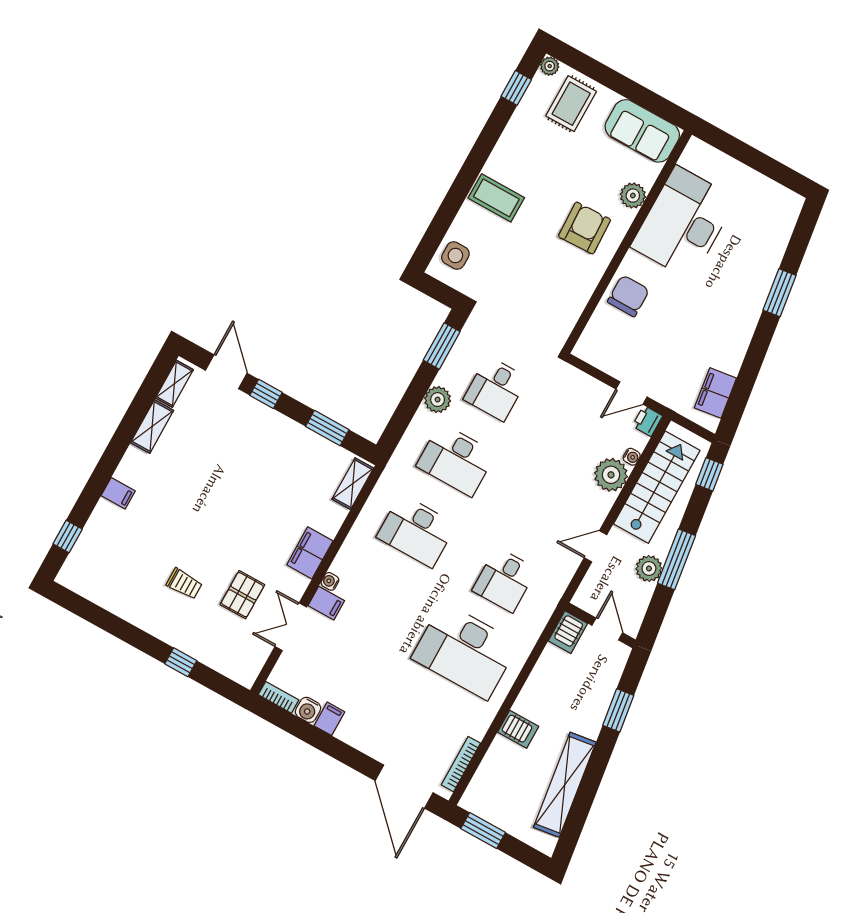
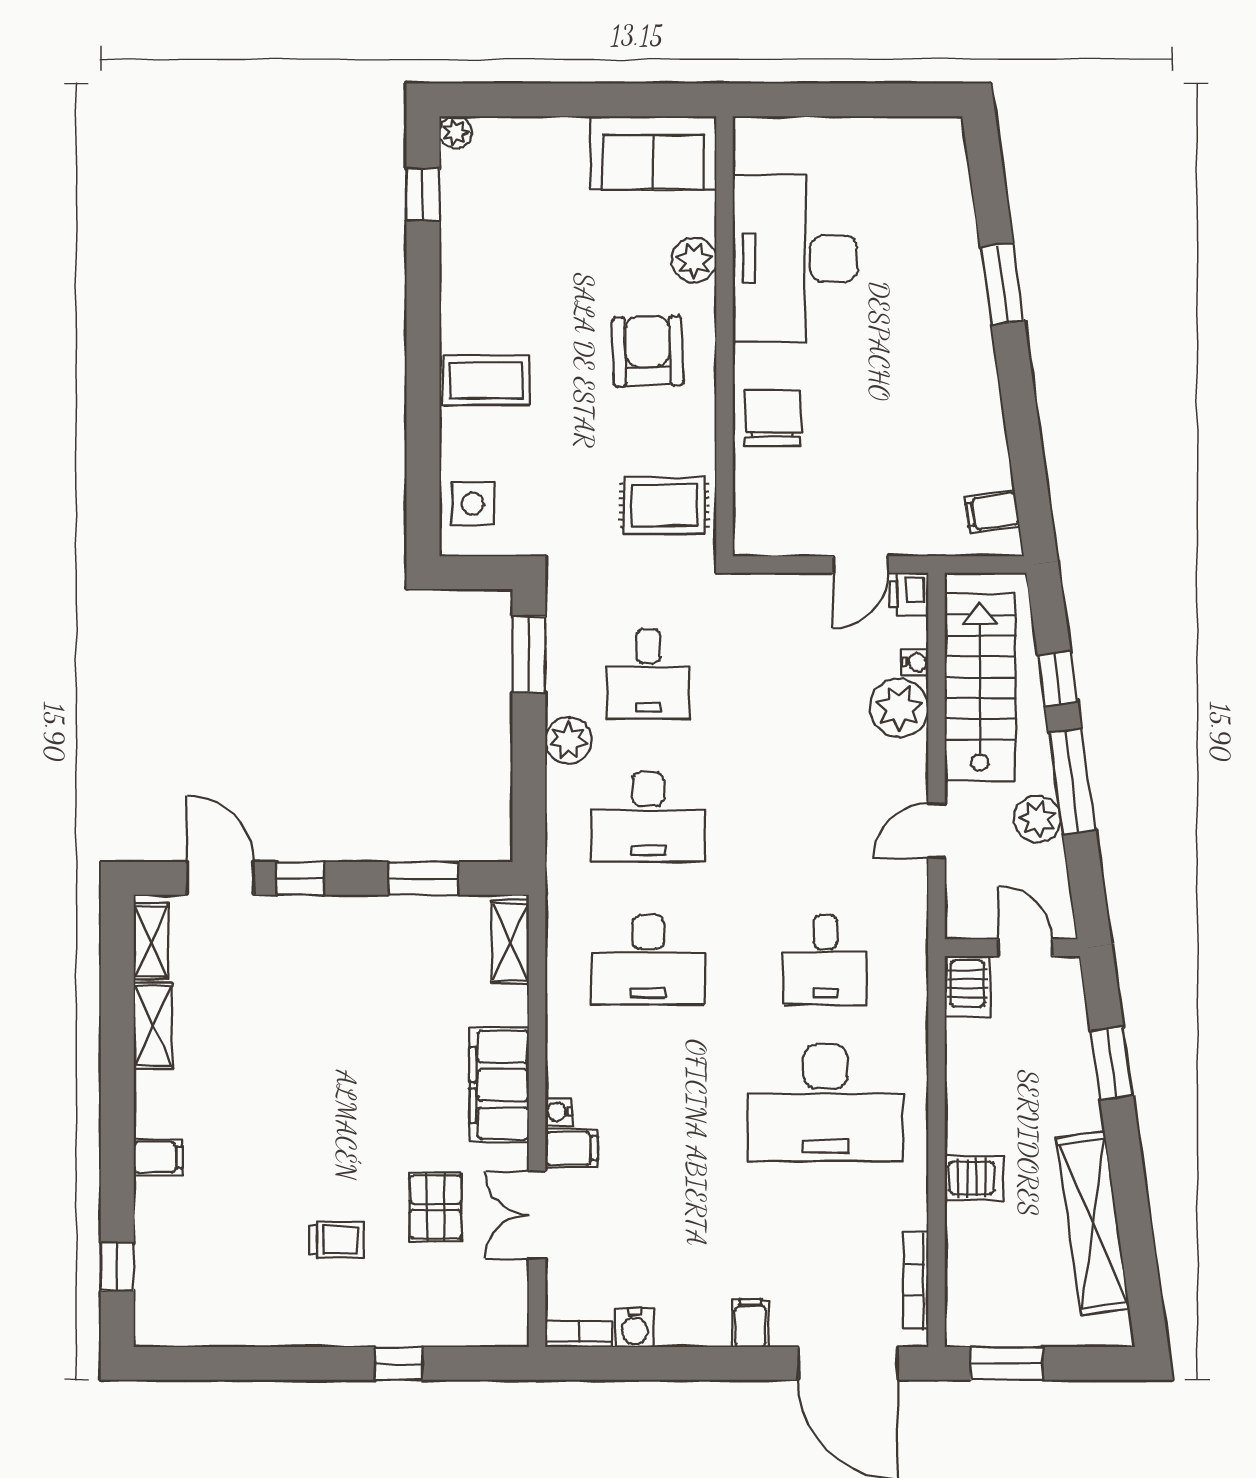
rug: (571, 104) -> (664, 505), moved, turned 90
filing cabinet: (715, 393) -> (992, 512), width x0.50
window: (709, 474) -> (1058, 679), moved
filing cabinet: (310, 553) -> (499, 1085), width x1.50, depth x1.17
filing cabinet: (329, 719) -> (750, 1323), moved

